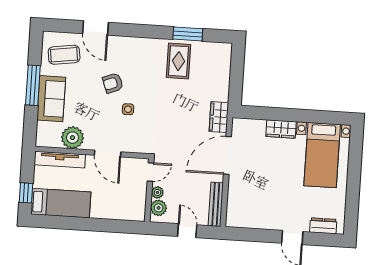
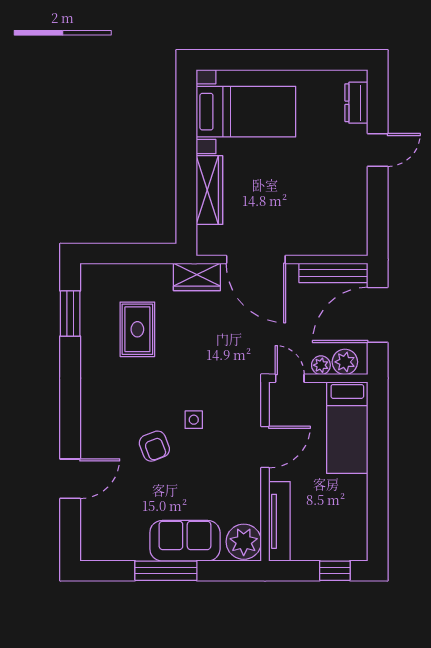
window: (188, 34) -> (70, 313), moved
coffee table: (64, 55) -> (115, 525), removed
rug: (178, 61) -> (137, 329), moved, turned 90
wardrobe: (281, 129) -> (209, 190), width x1.50
plant: (73, 138) -> (244, 542), moved
bed: (61, 203) -> (347, 428), moved, turned 180
door: (187, 231) -> (378, 315), width x1.87

